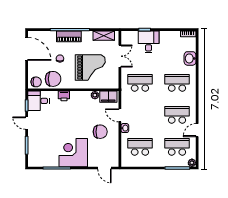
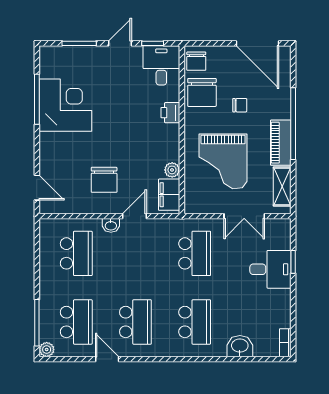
piano: (69, 36) -> (281, 143), moved
door: (27, 49) -> (258, 43), hinge flipped
corner desk: (73, 153) -> (65, 105), moved
door: (104, 168) -> (37, 188), swing flipped

